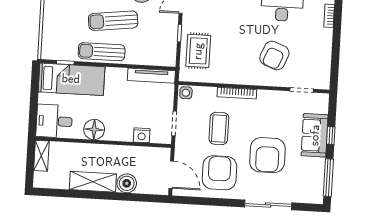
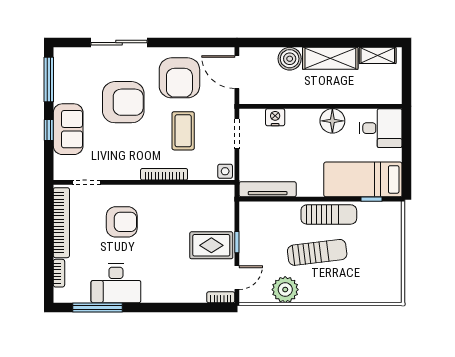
rug: (198, 51) -> (211, 245), moved, turned 90
armchair: (274, 55) -> (122, 222), turned 68
bookcase: (325, 58) -> (61, 223), added
armchair: (267, 155) -> (123, 102), turned 90
shelving: (41, 156) -> (378, 55), moved, turned 90

